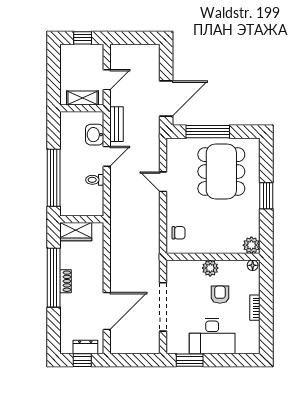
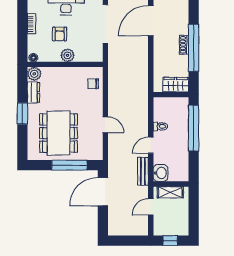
washbasin: (95, 135) -> (160, 173), moved
dresser: (252, 222) -> (33, 92), added

